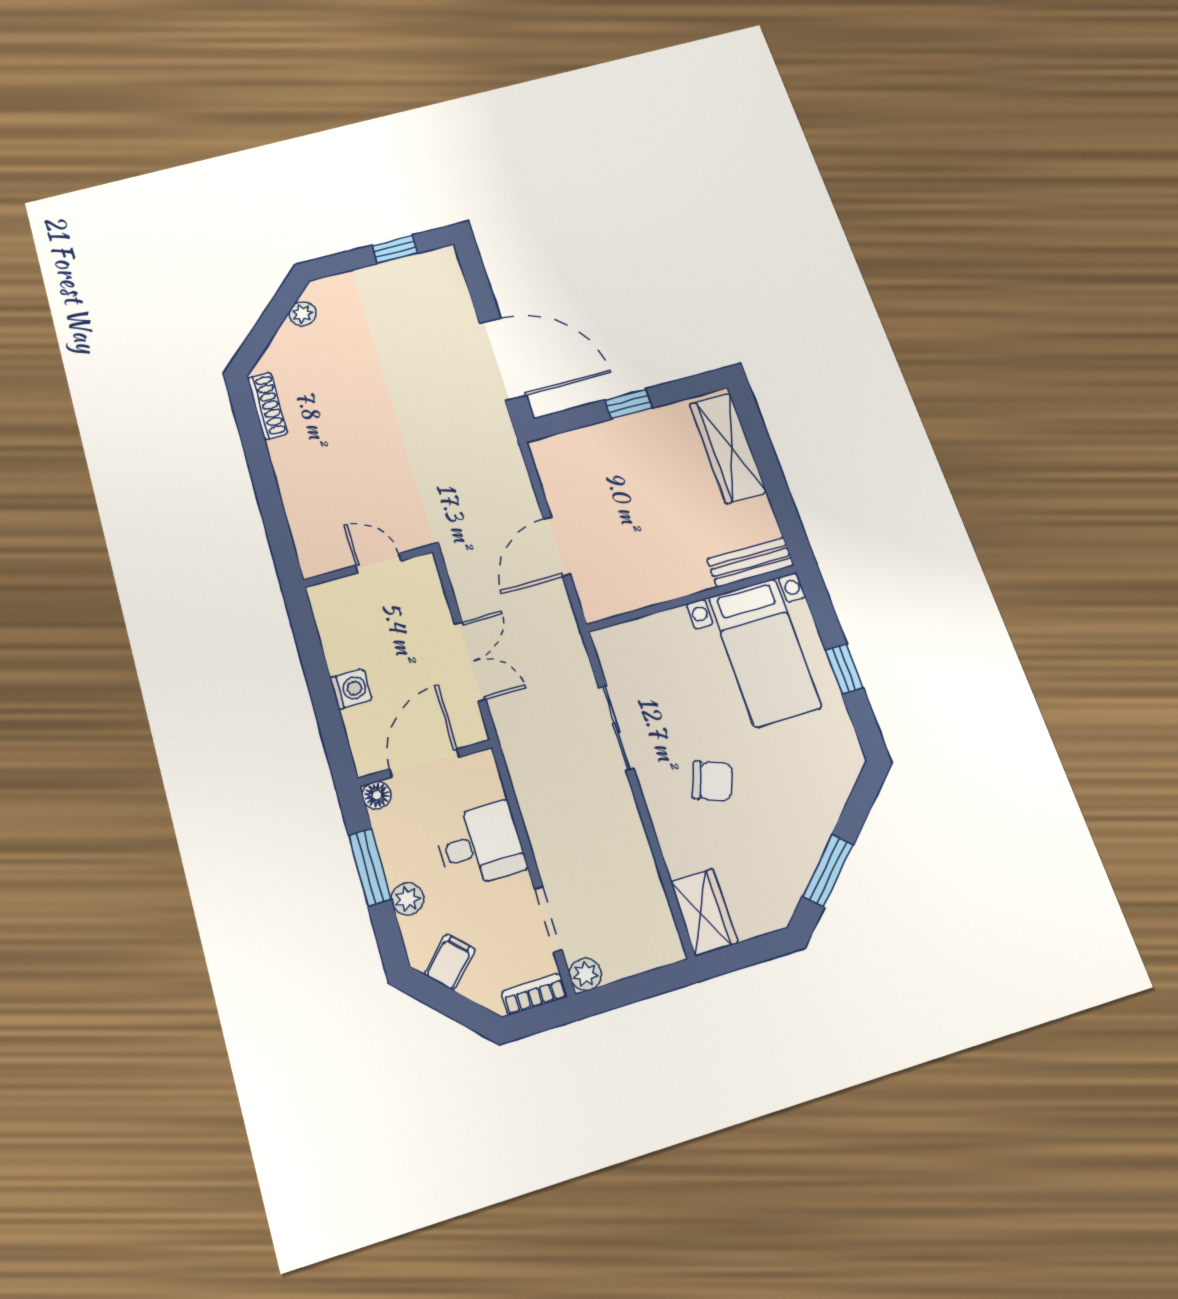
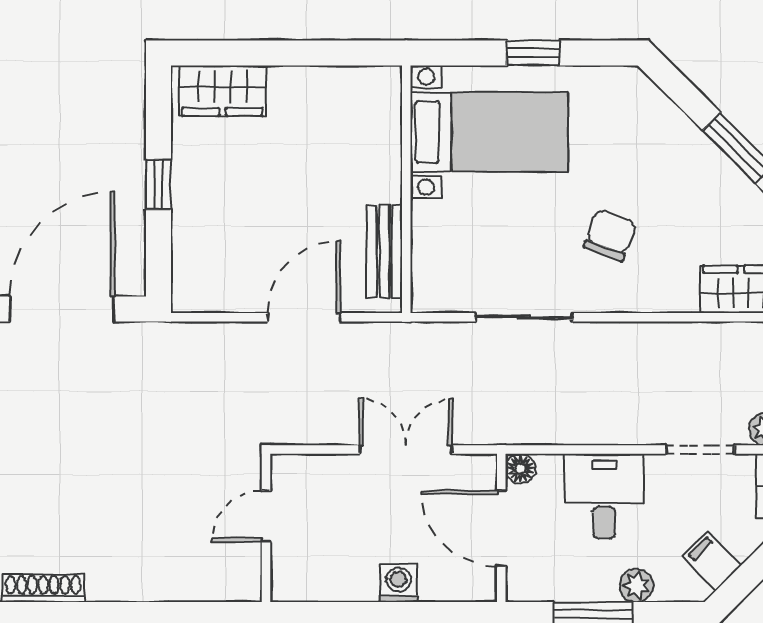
wardrobe: (728, 448) -> (223, 91), width x0.67
door: (557, 546) -> (304, 317), swing flipped
bench: (750, 562) -> (384, 252), moved
floor lamp: (377, 795) -> (521, 469), moved

